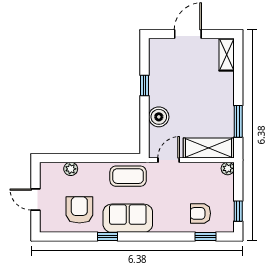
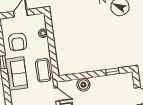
window: (145, 85) -> (113, 72), moved
armchair: (79, 210) -> (18, 42), turned 90

